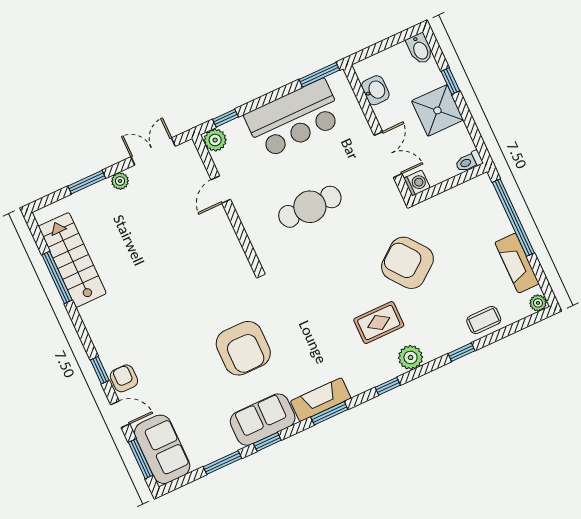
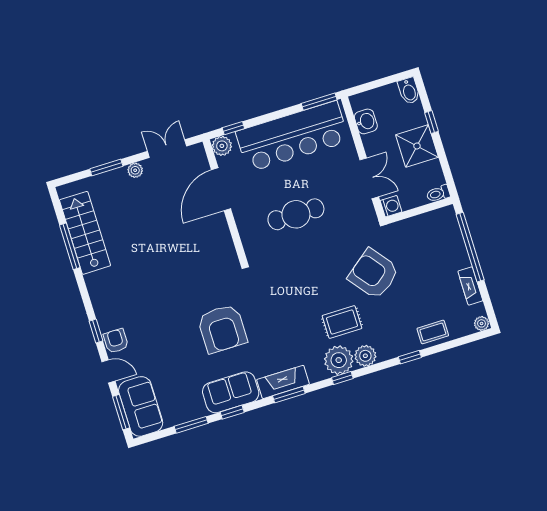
bar counter: (294, 119) -> (292, 136), width x1.36
door: (221, 190) -> (221, 189), width x1.88
fireplace: (517, 263) -> (470, 286), width x0.73, depth x0.76
plant: (381, 366) -> (339, 360), added

